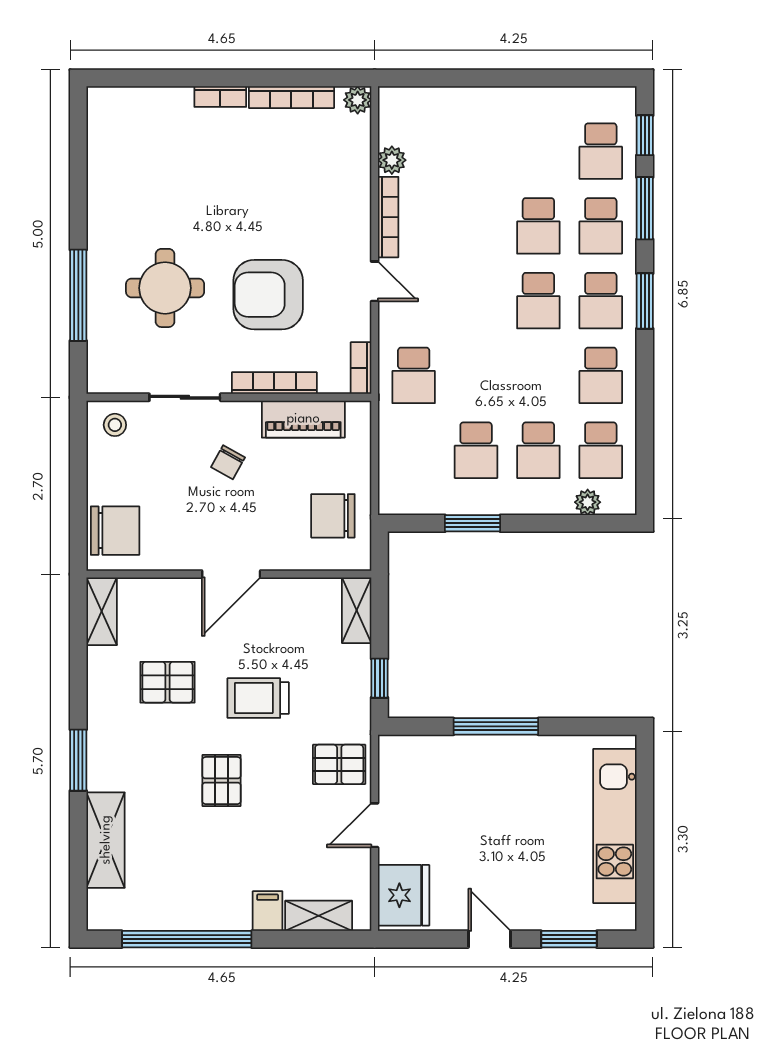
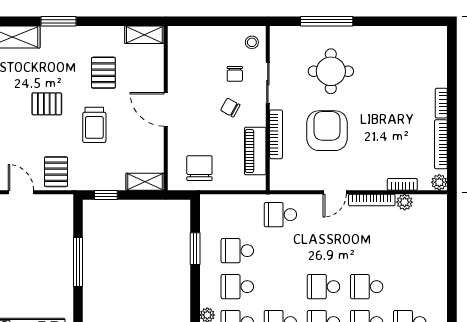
bookcase: (361, 368) -> (402, 184), moved
chair: (115, 531) -> (235, 74), moved, width x0.54, depth x0.54
trolley: (258, 698) -> (94, 125), turned 180

